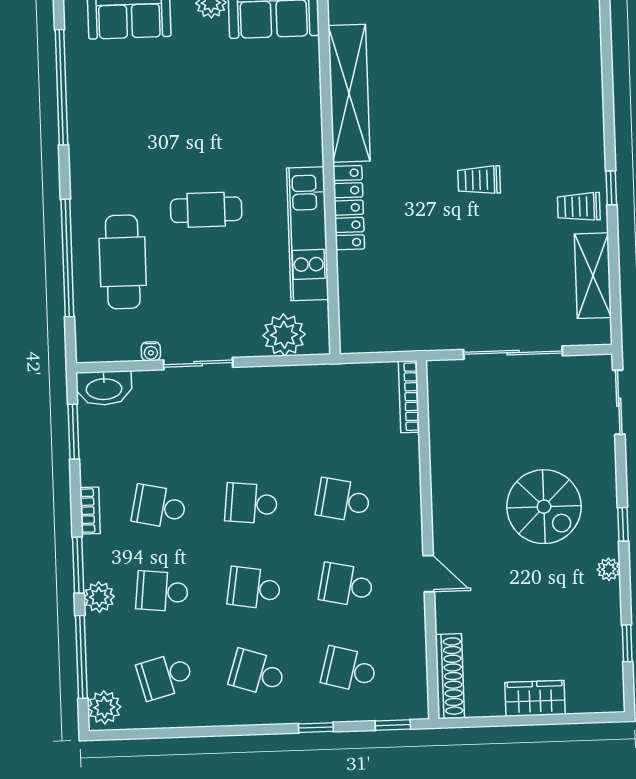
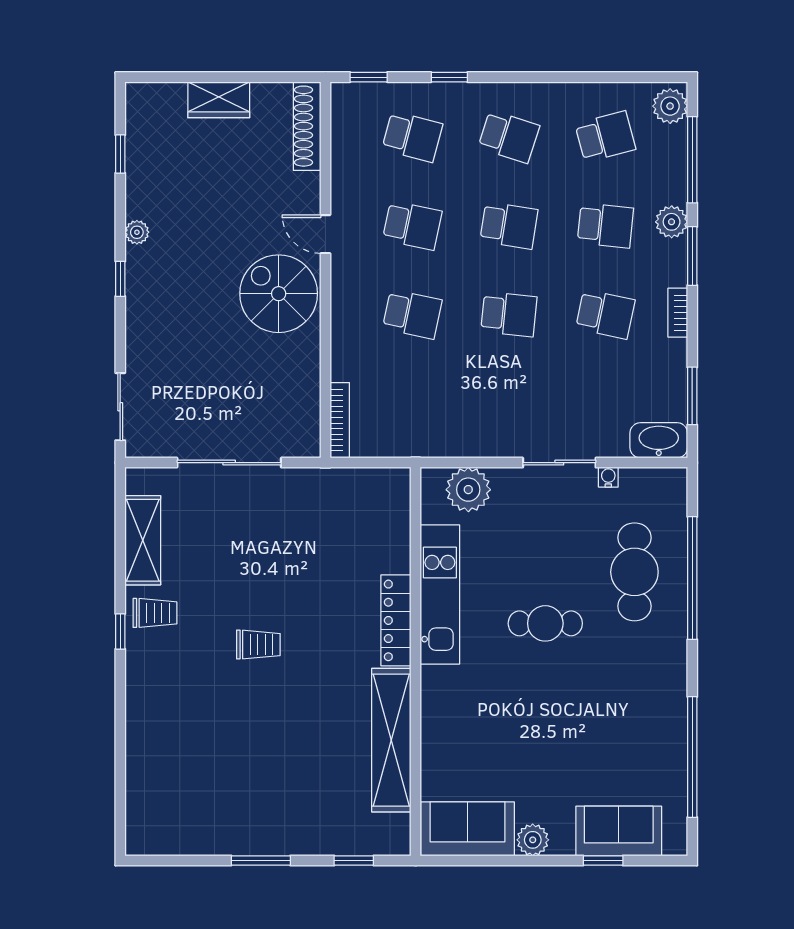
spiral stairs: (544, 507) -> (279, 294), moved

